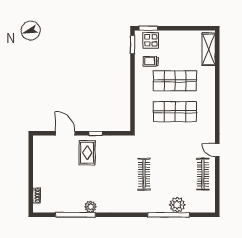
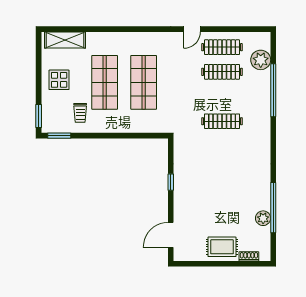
display table: (151, 40) -> (59, 80), moved
door: (65, 133) -> (171, 235), moved
rug: (87, 153) -> (222, 247), moved
clothes rail: (183, 174) -> (222, 72), added
plant: (177, 205) -> (261, 60), moved
plant: (90, 207) -> (263, 218), moved

